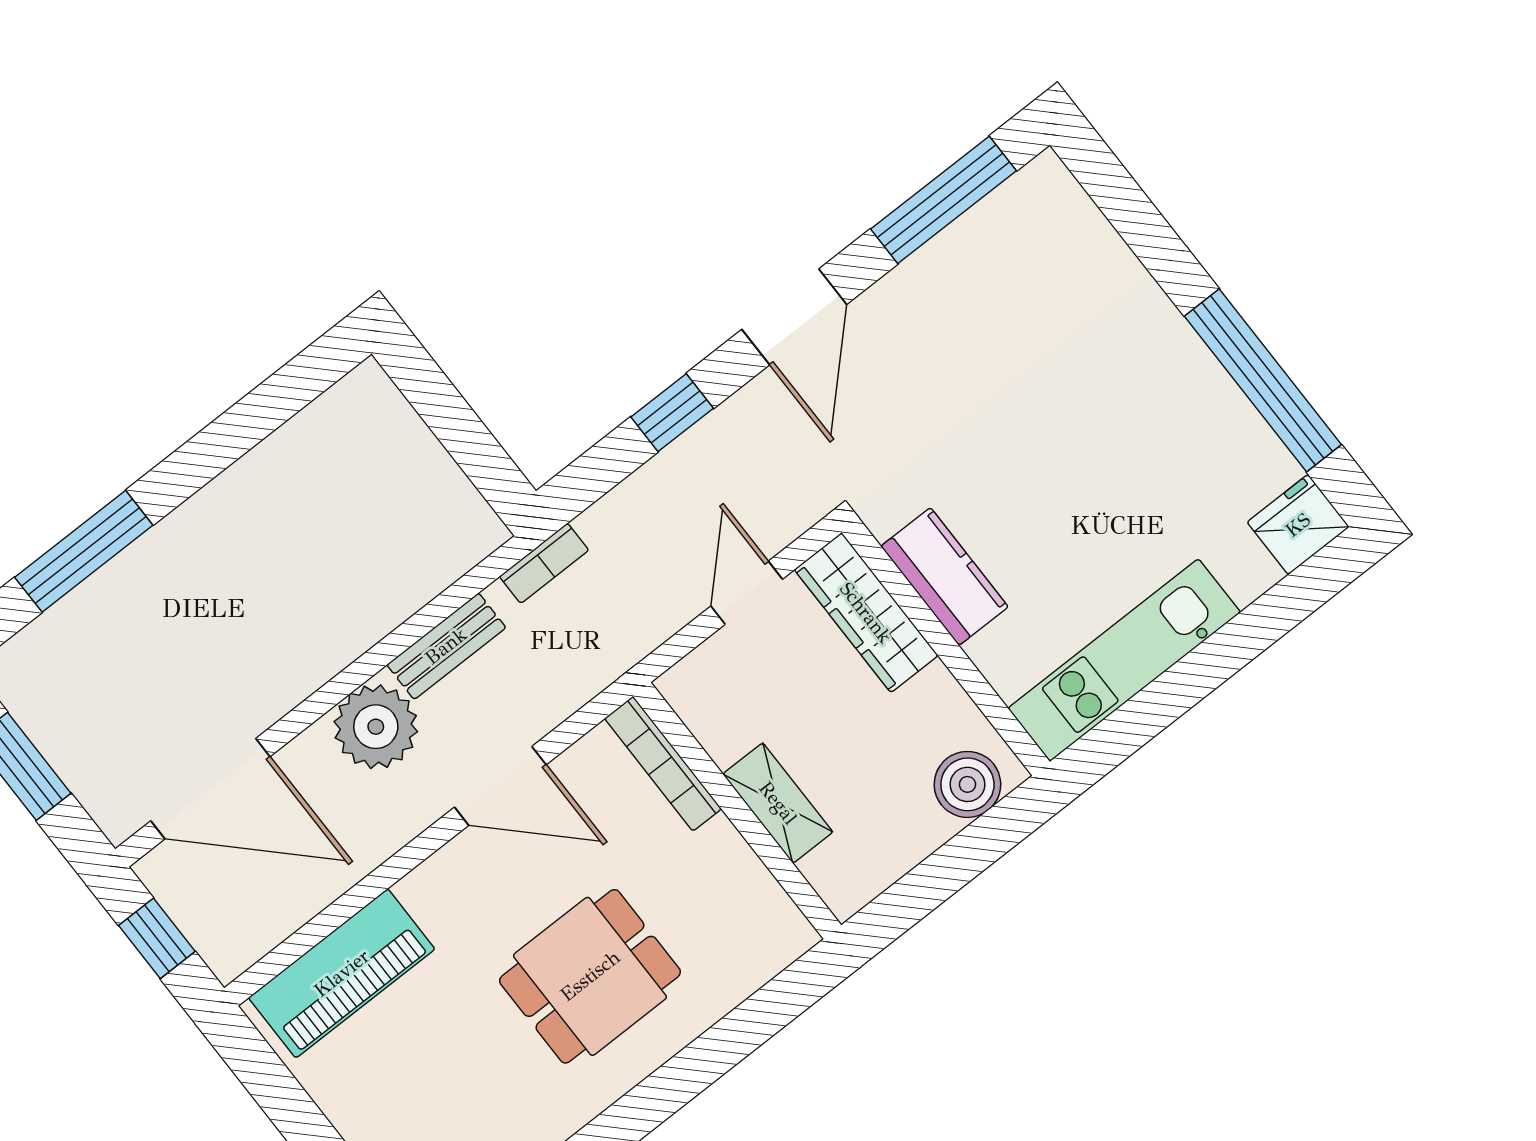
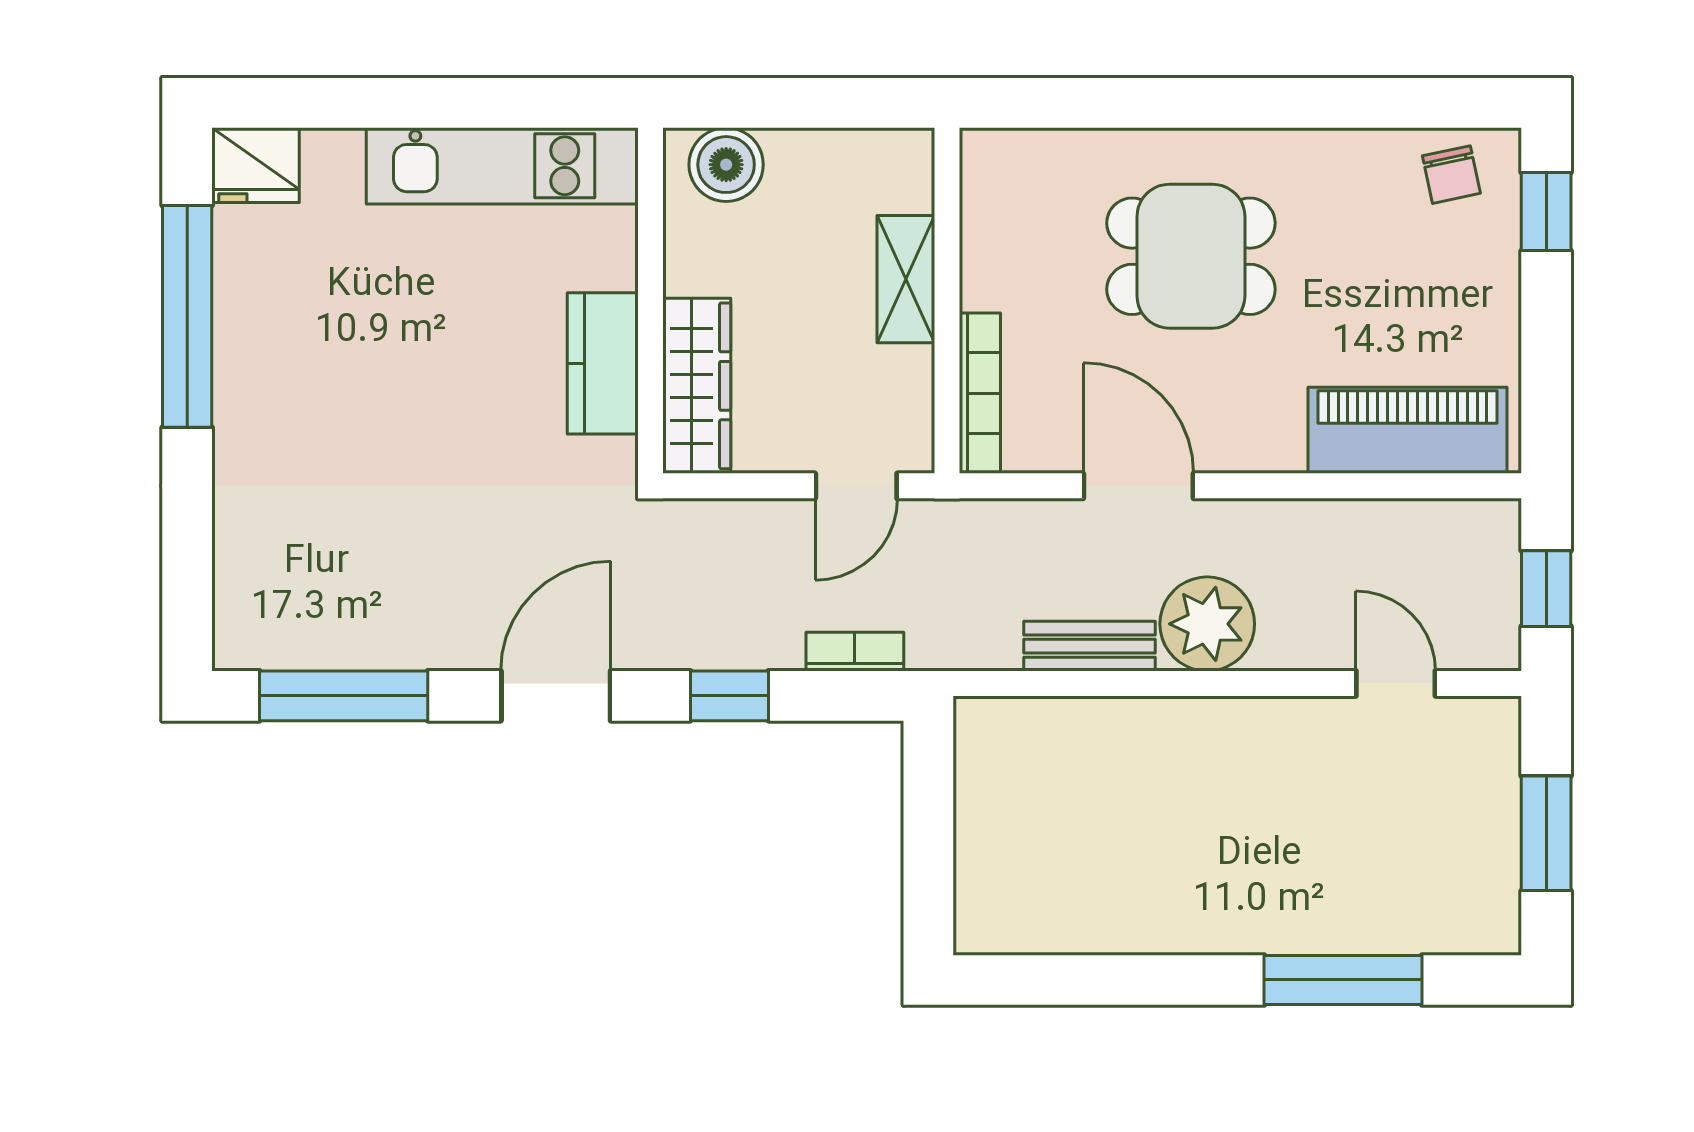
bookcase: (544, 563) -> (855, 652), moved
door: (747, 593) -> (856, 486), moved
door: (210, 789) -> (1396, 683), width x0.53

